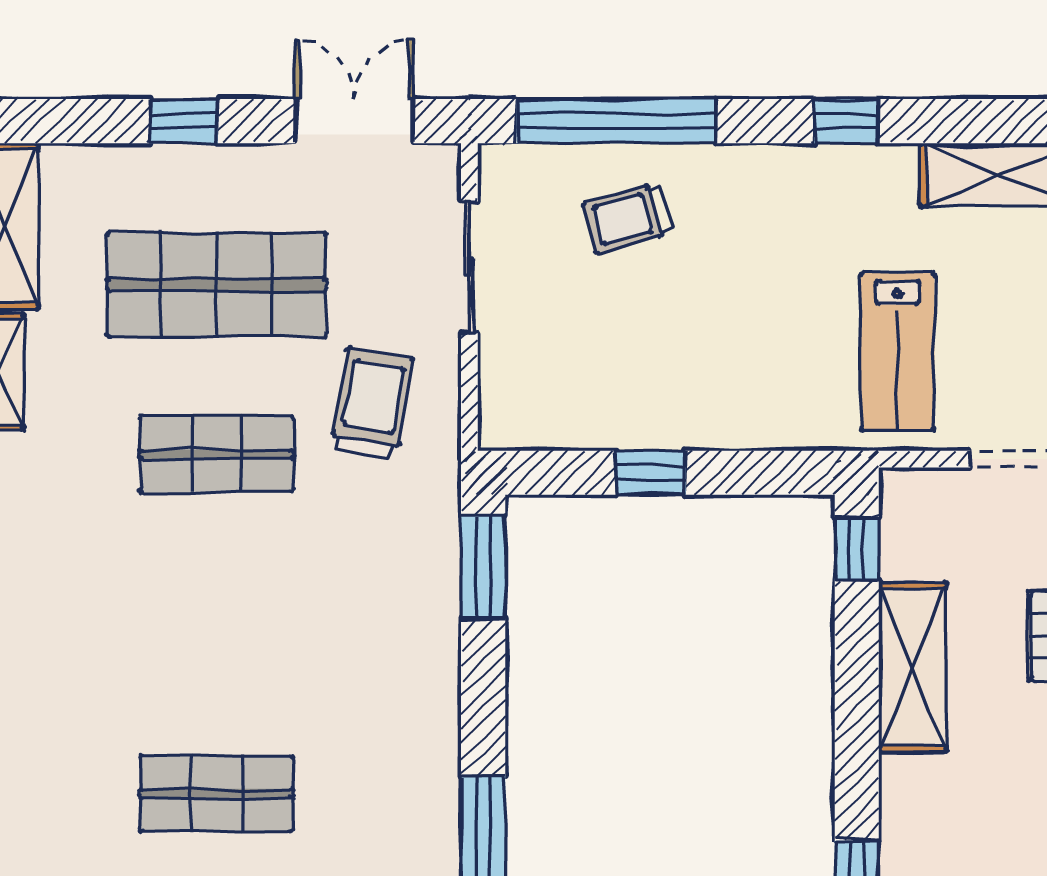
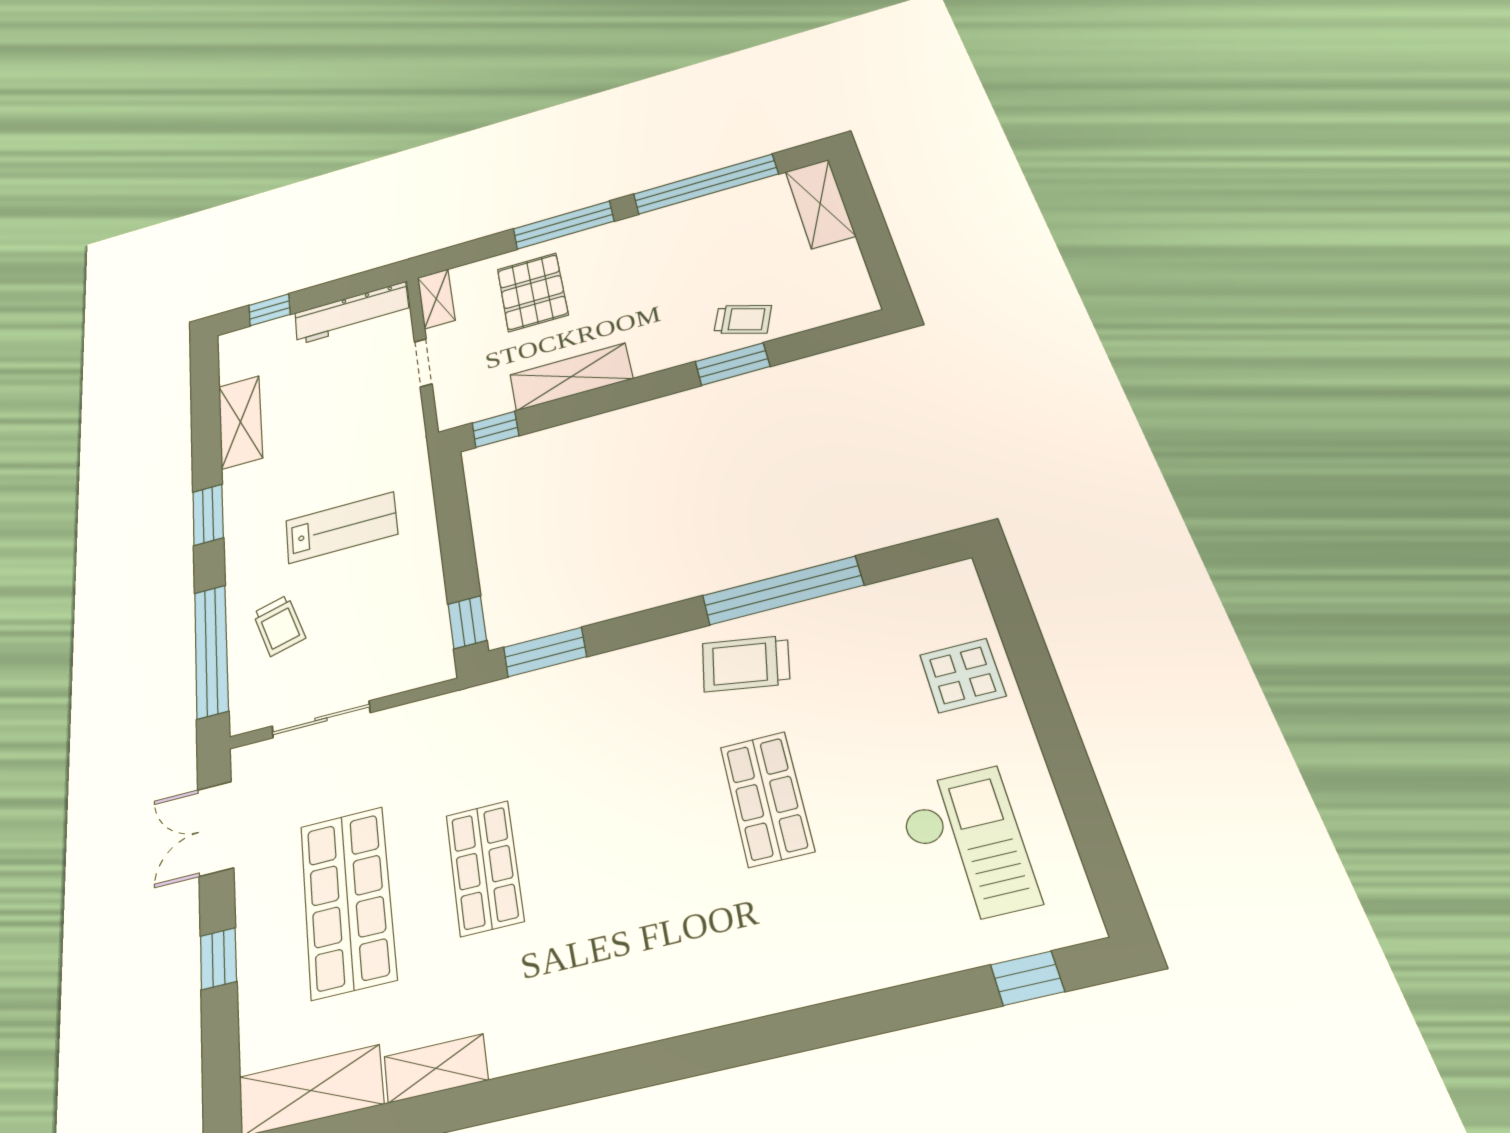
window: (846, 121) -> (208, 515), width x1.50
lab bench: (898, 352) -> (341, 527), moved
trolley: (372, 403) -> (746, 663), moved
window: (651, 473) -> (467, 622), moved

